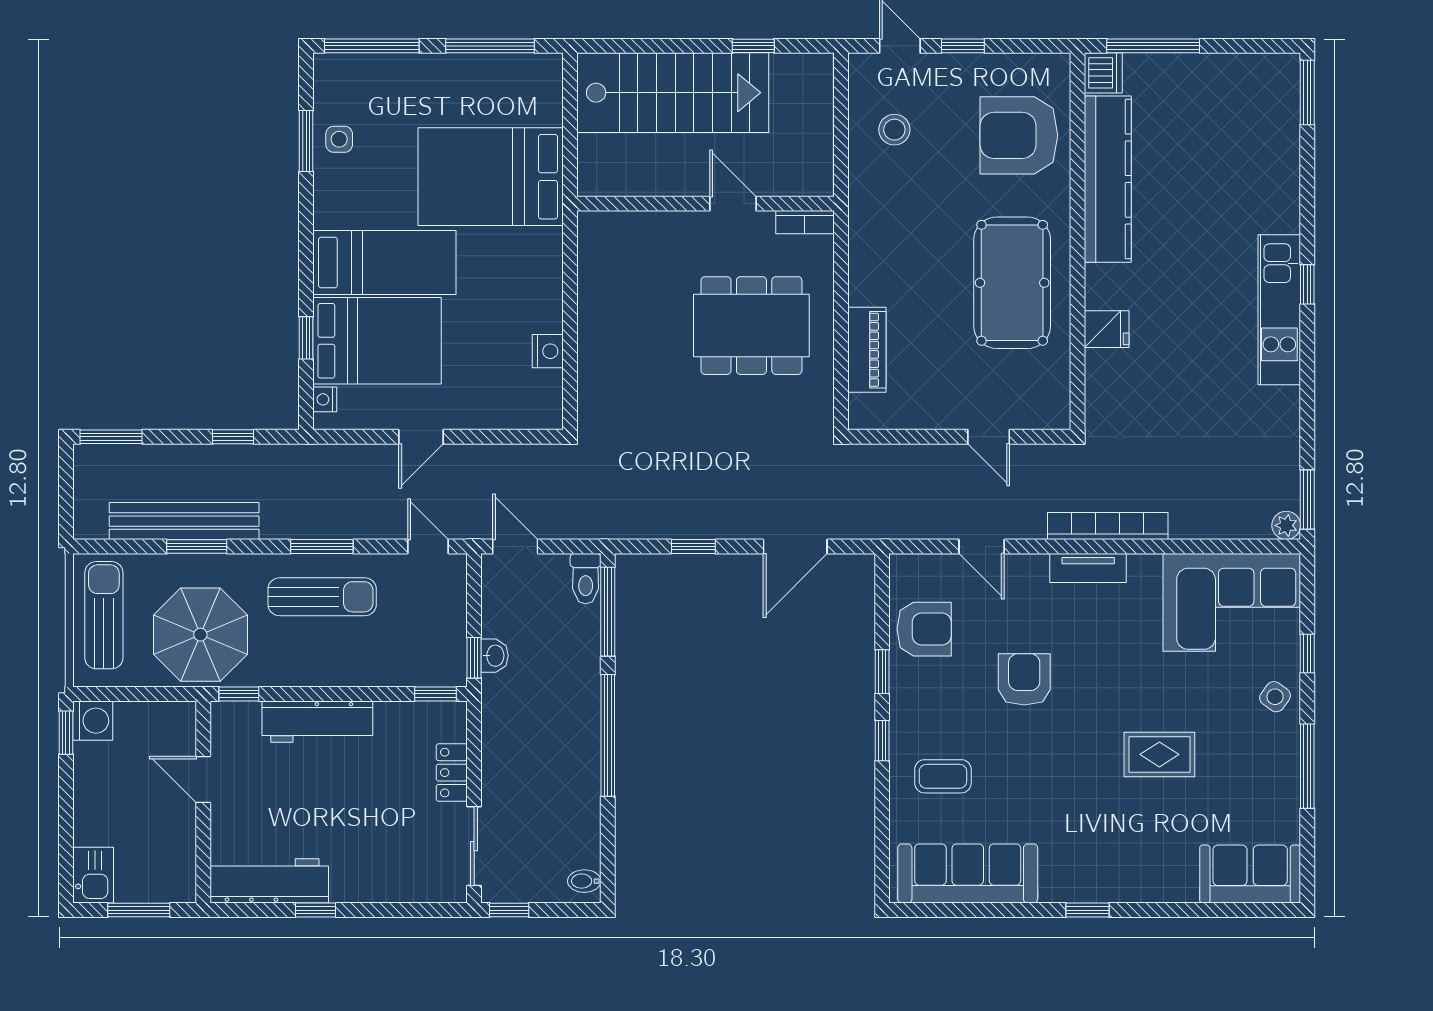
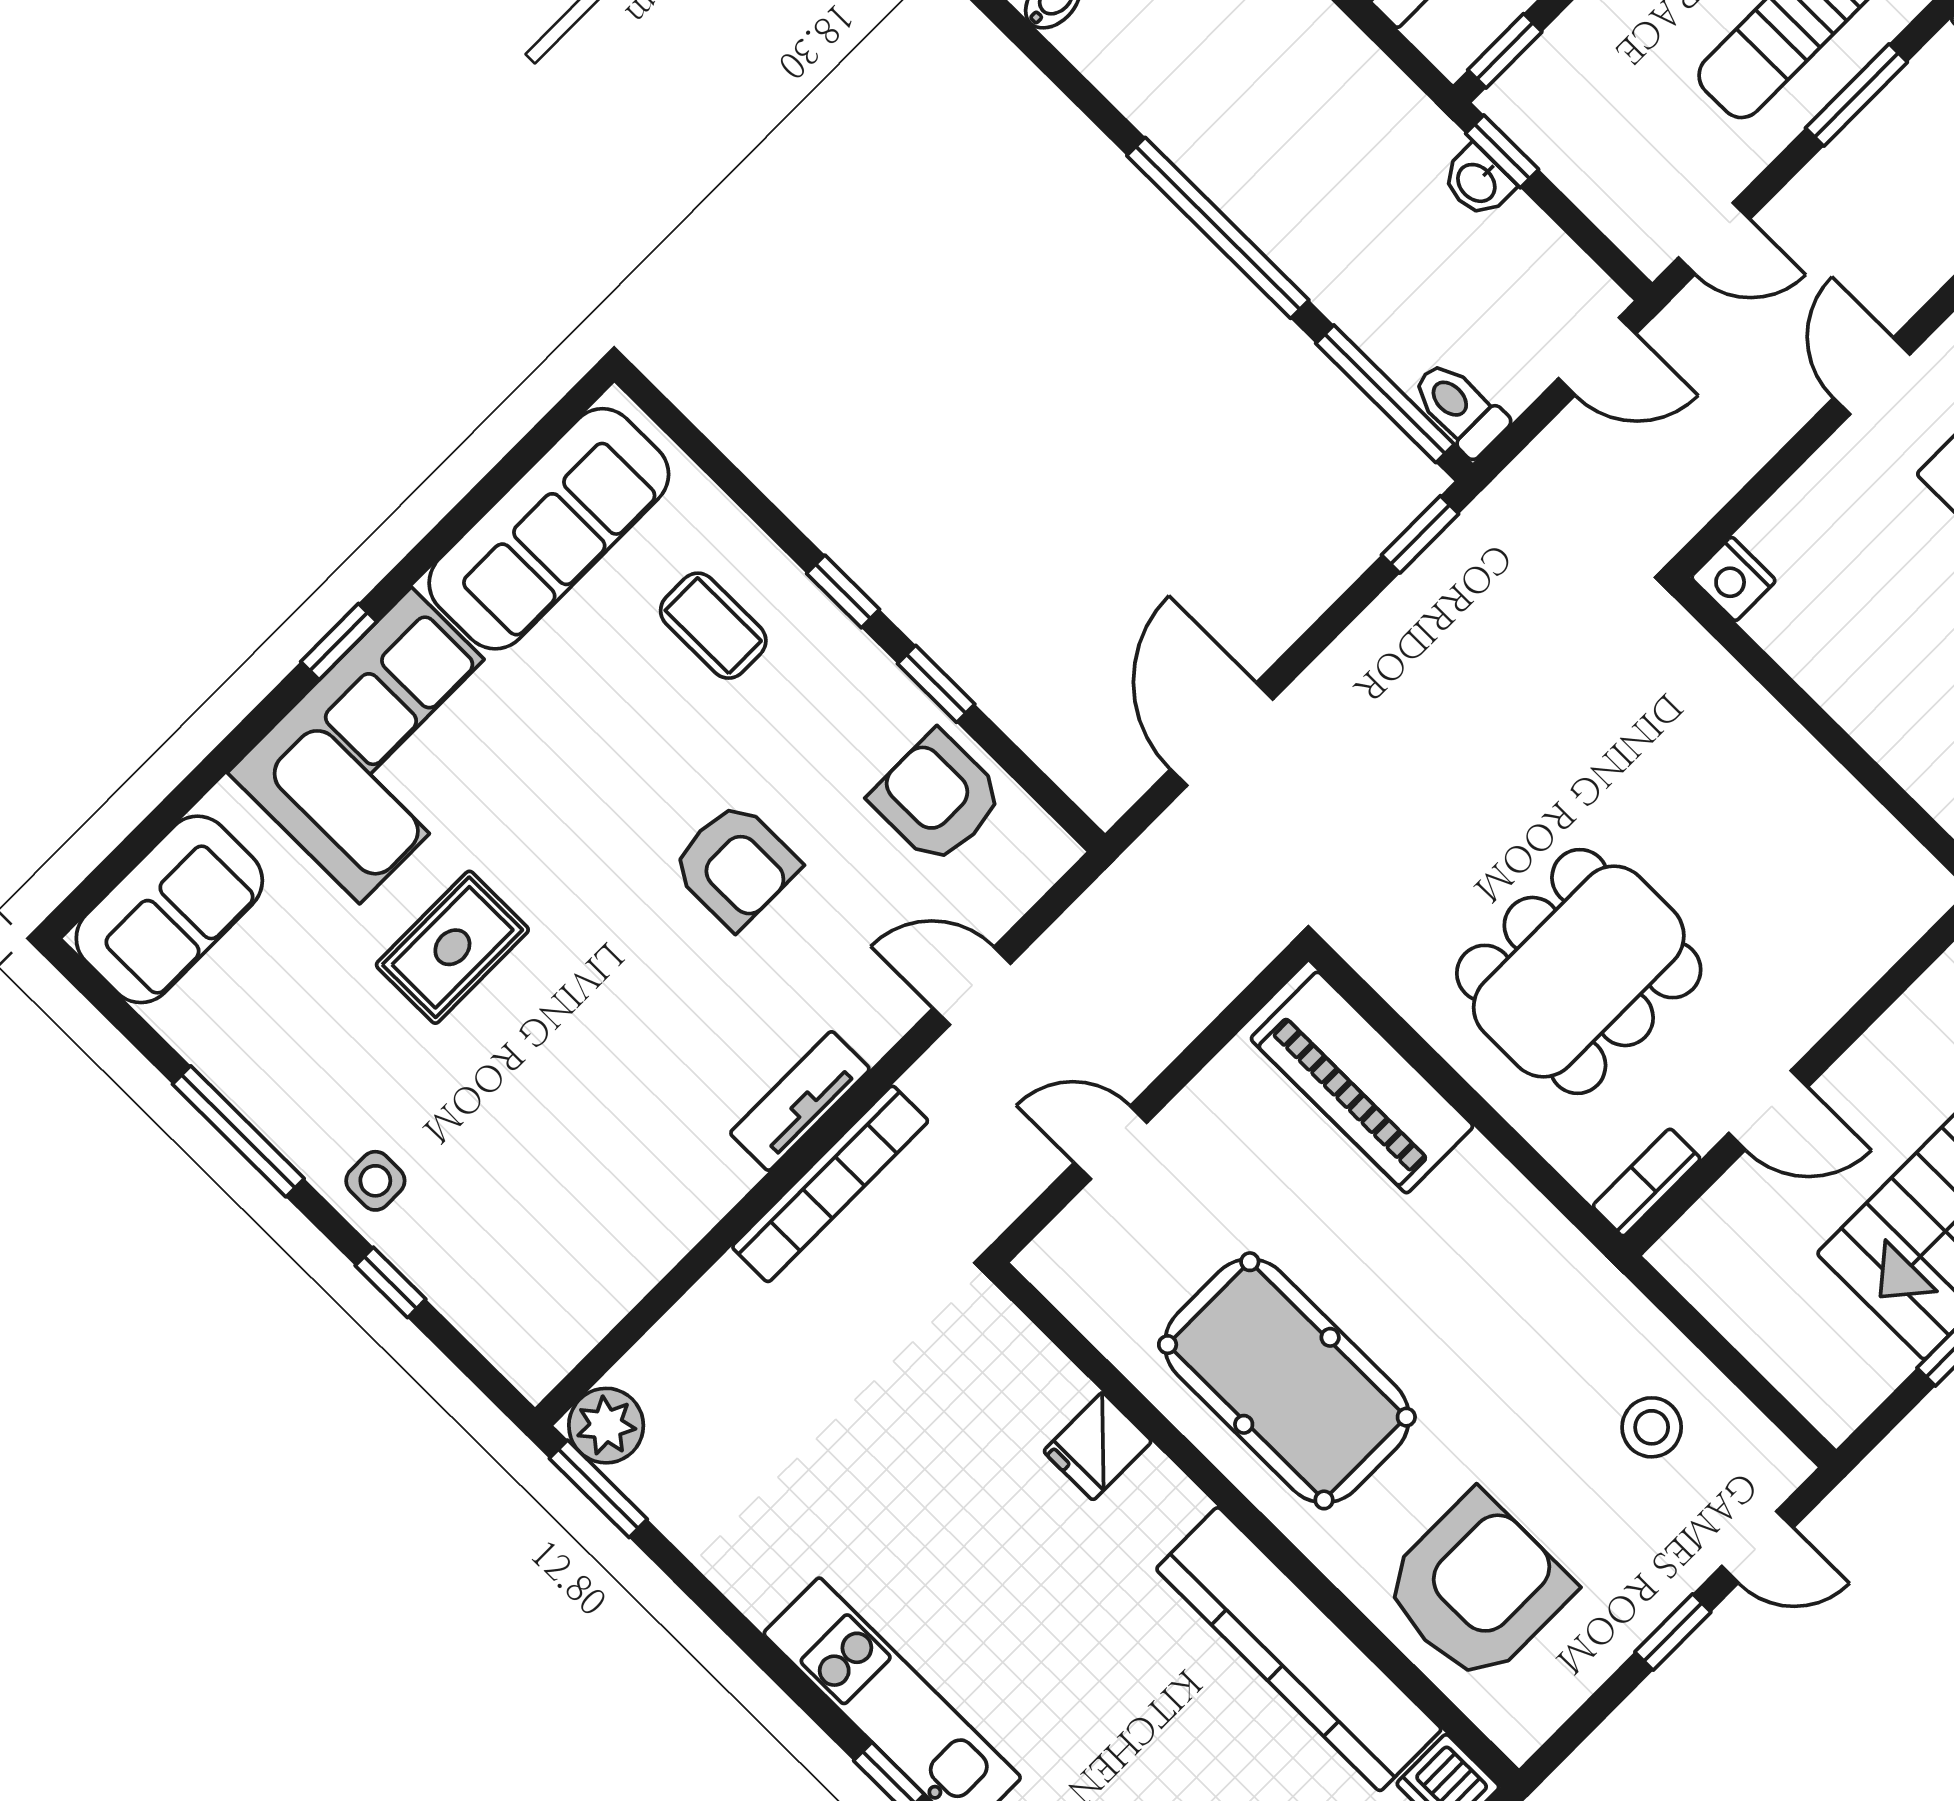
piano: (867, 350) -> (1362, 1082), width x1.37, depth x1.33
nightstand: (548, 351) -> (1733, 579), moved
plant: (1286, 525) -> (606, 1426), width x1.38, depth x1.38
window: (693, 547) -> (1420, 534), moved
corner sofa: (1232, 602) -> (385, 745), moved, turned 180
armchair: (924, 629) -> (937, 798), turned 90
side table: (1275, 697) -> (375, 1181), turned -36
coffee table: (943, 776) -> (713, 626), turned 90

